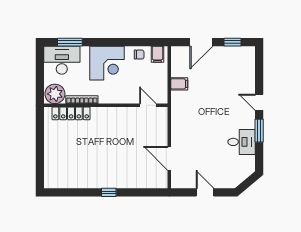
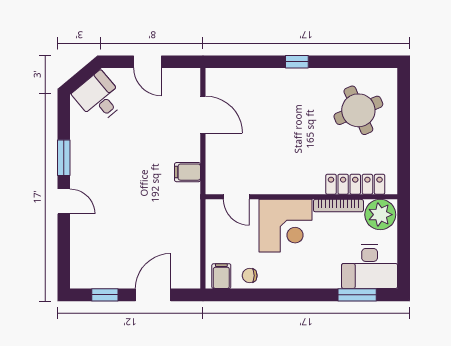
corner desk: (107, 63) -> (286, 226), moved, turned 180
filing cabinet: (179, 84) -> (188, 172), moved
desk: (242, 142) -> (99, 98), moved, turned 50
round table: (69, 161) -> (358, 110), added

